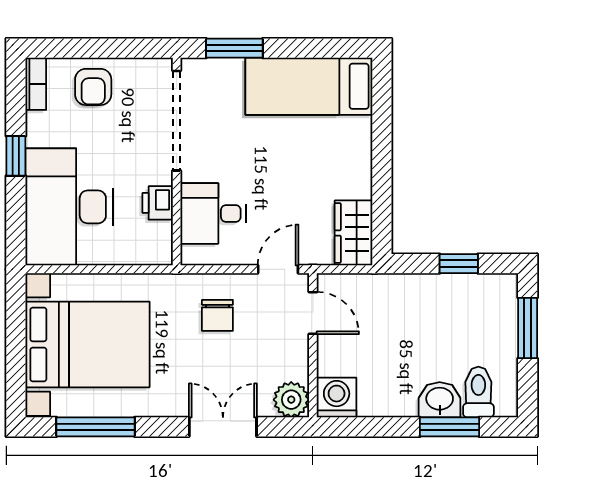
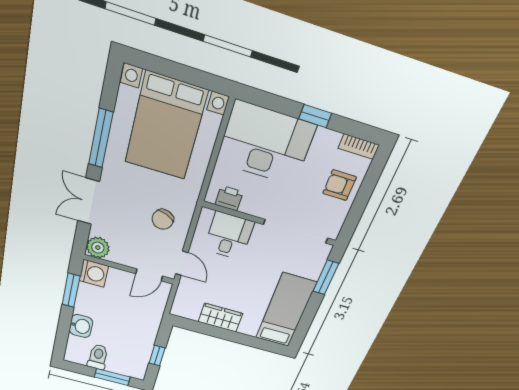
printer: (158, 203) -> (229, 198), moved
wardrobe: (354, 233) -> (220, 318), moved
chair: (217, 315) -> (163, 219), turned -69
toilet: (478, 392) -> (98, 357), moved, turned -90
window: (96, 427) -> (101, 138), moved
double door: (223, 427) -> (88, 201), swing flipped
window: (450, 427) -> (71, 290), moved

